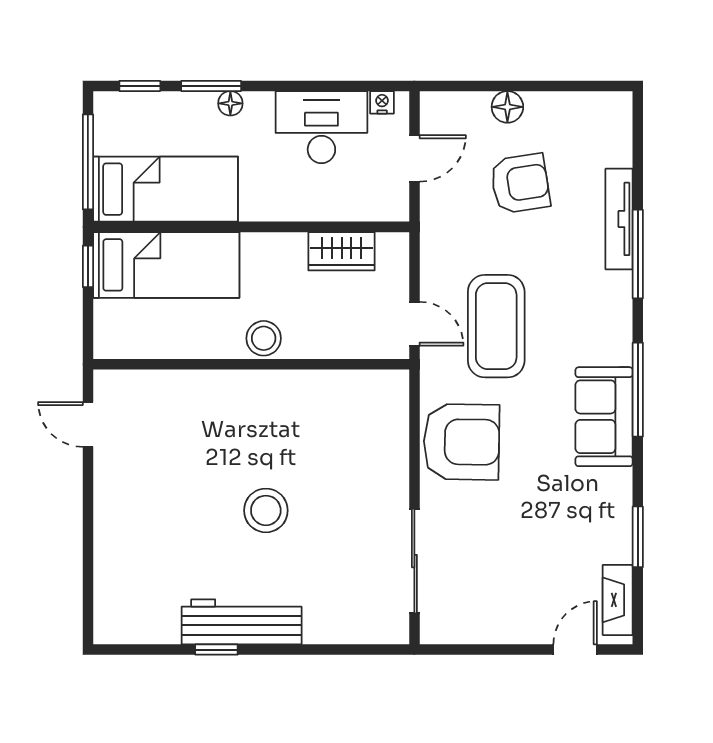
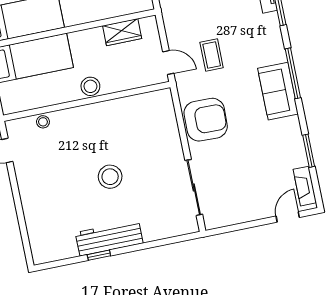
coffee table: (496, 326) -> (212, 55), width x0.54, depth x0.58
stool: (164, 385) -> (43, 122), added

